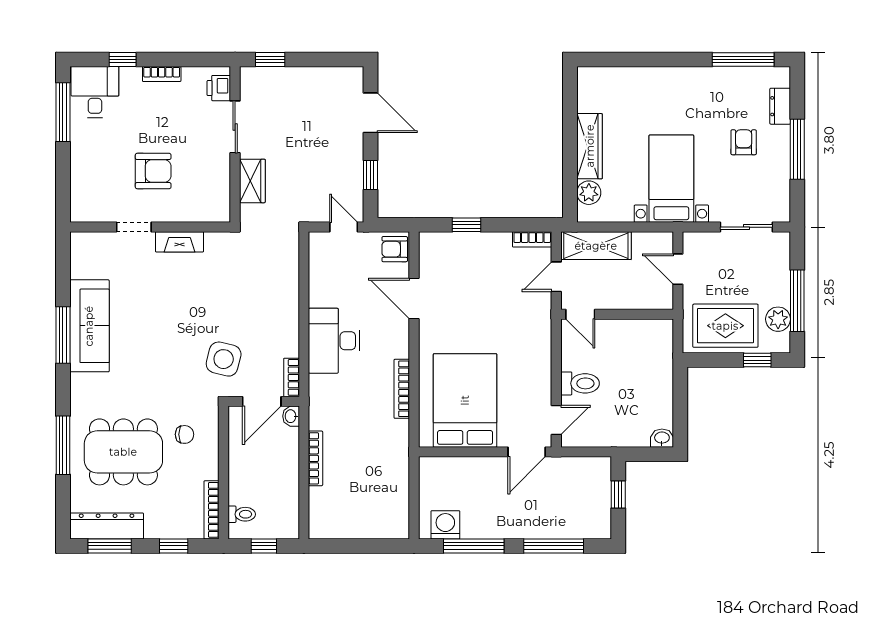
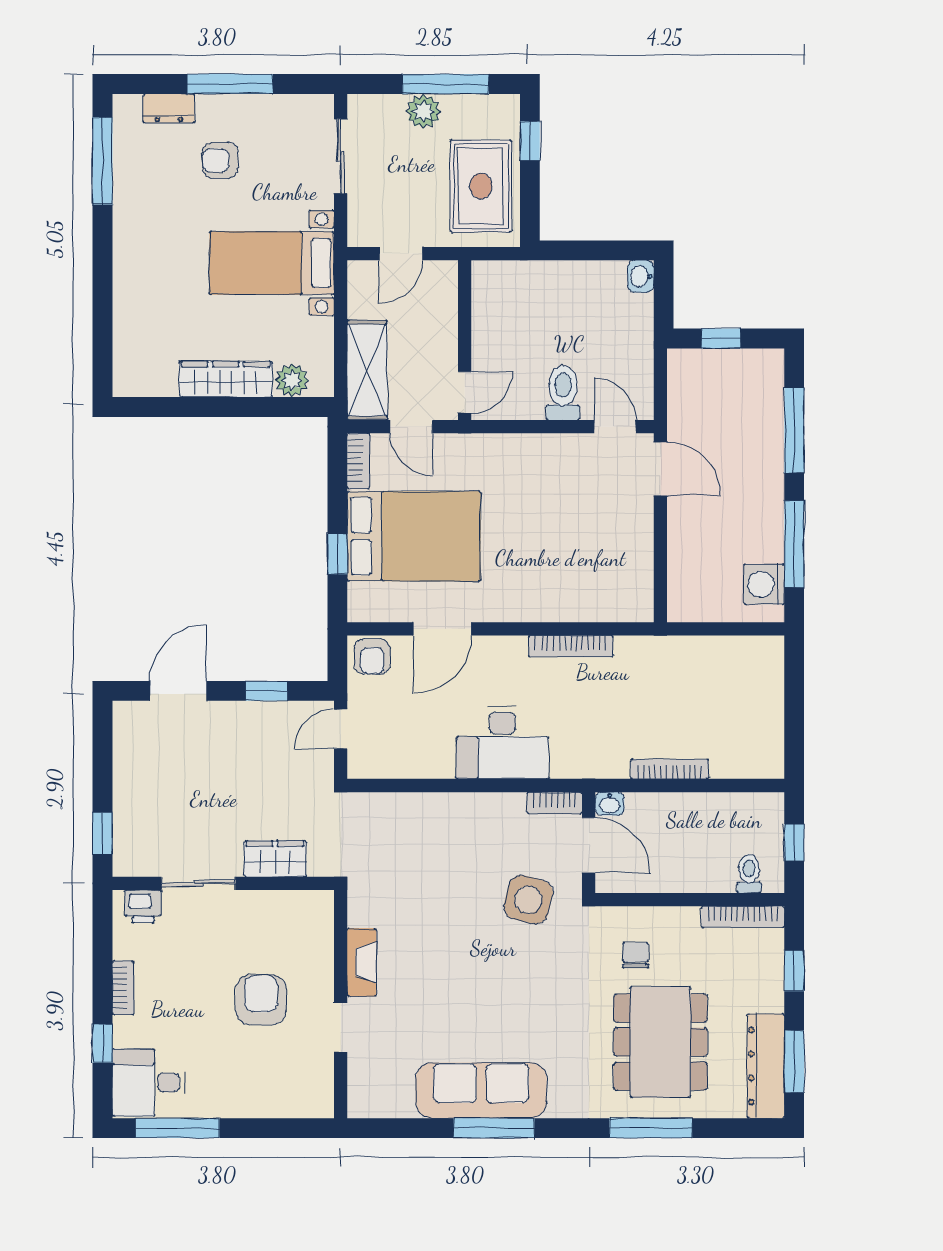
plant: (778, 319) -> (423, 111), moved
bed: (465, 400) -> (414, 536), moved, turned 180

